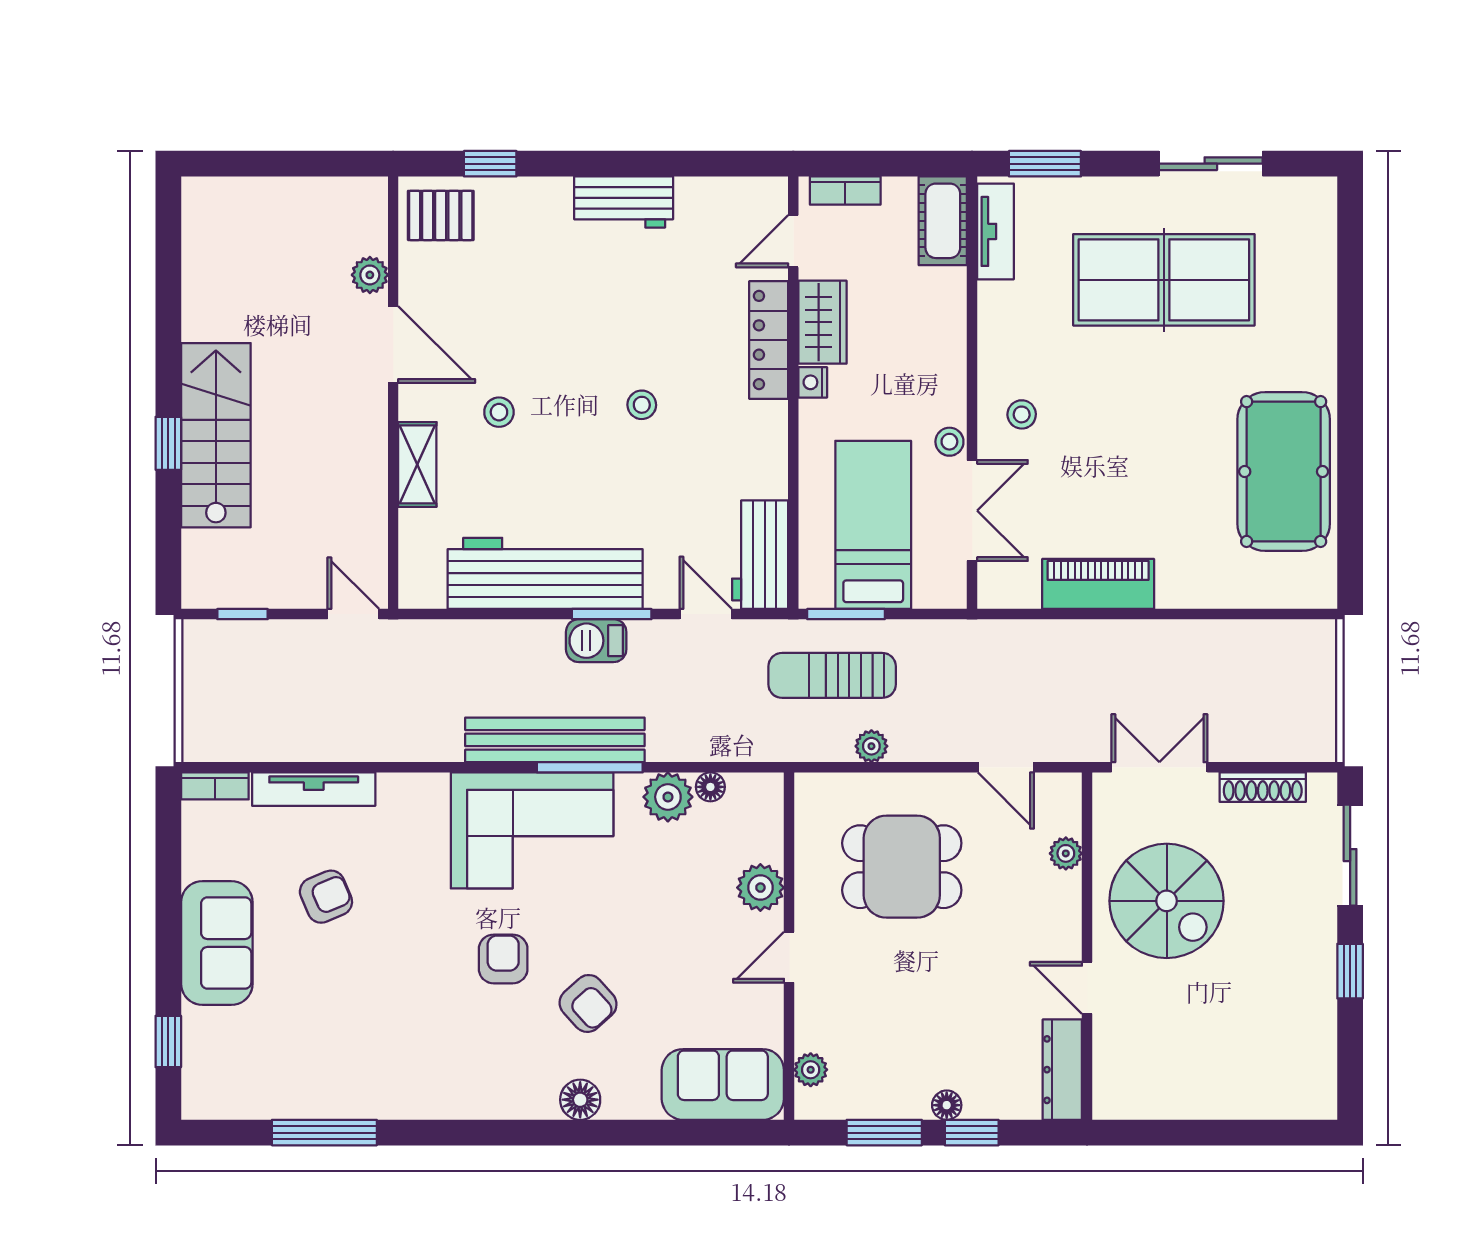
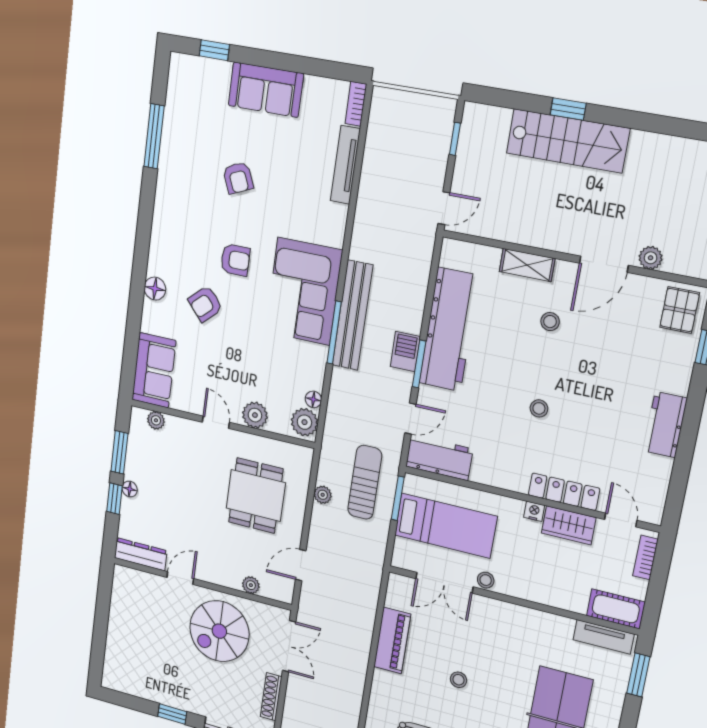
stool: (1022, 414) -> (458, 680), moved
plant: (668, 797) -> (304, 422), moved
armchair: (326, 897) -> (238, 178), moved

